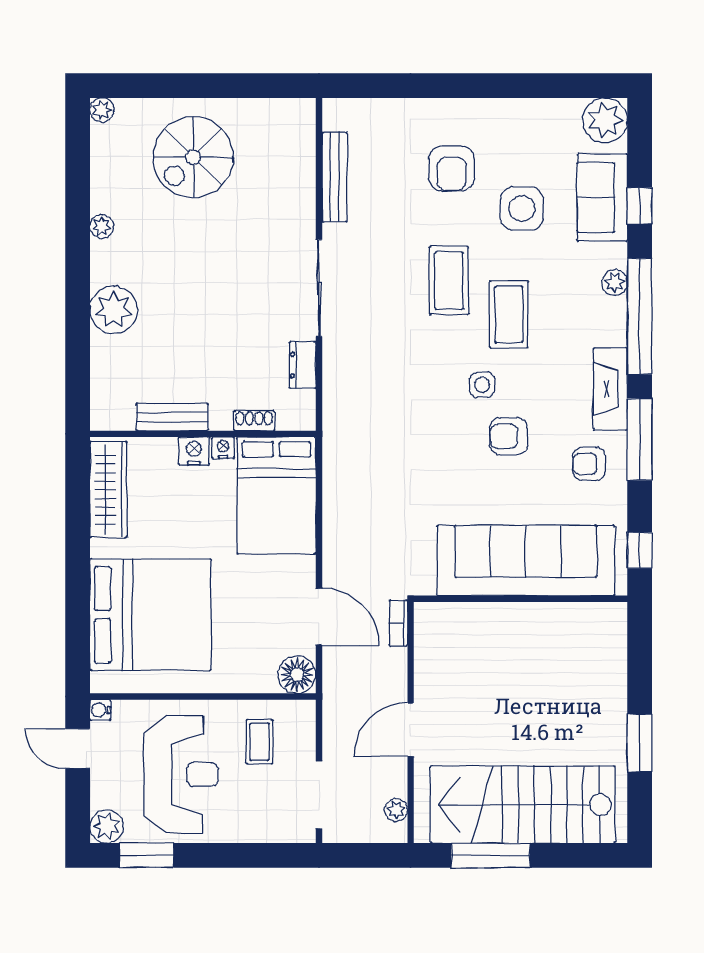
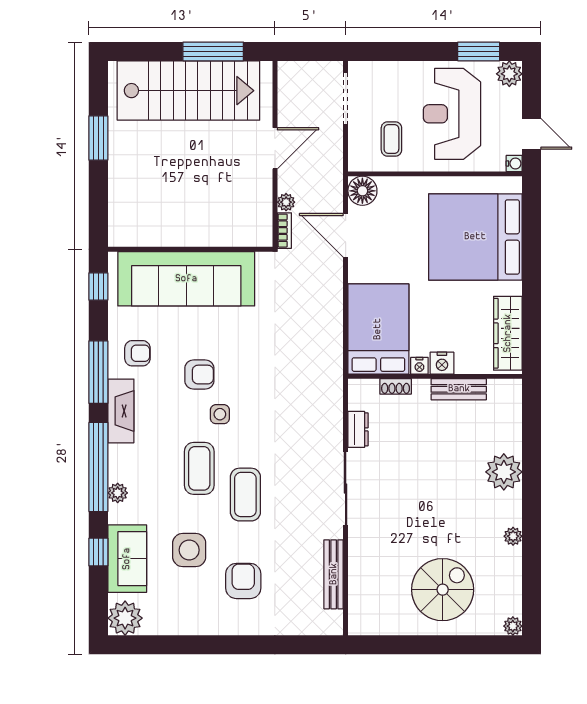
plant: (396, 810) -> (286, 202), moved

